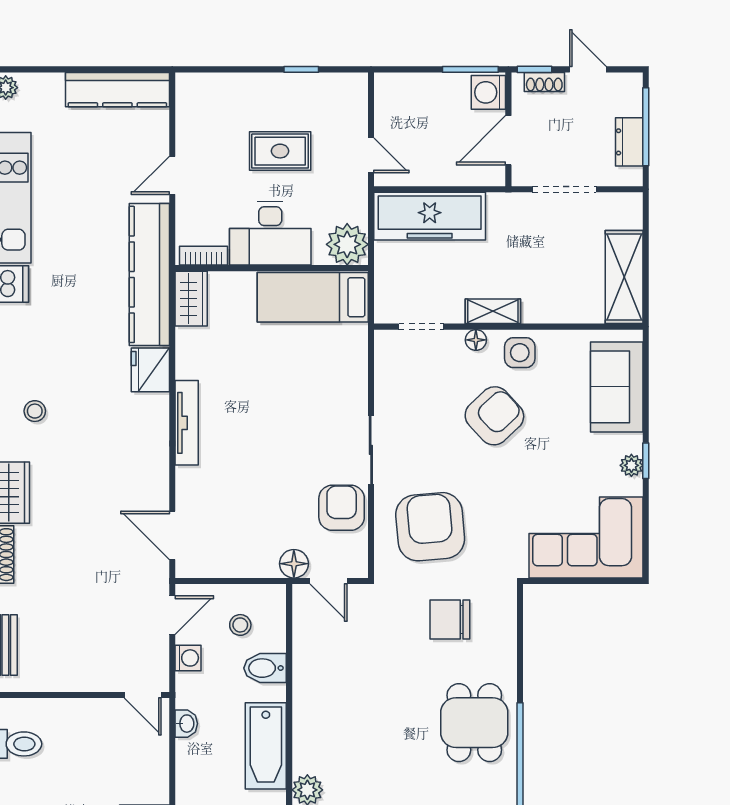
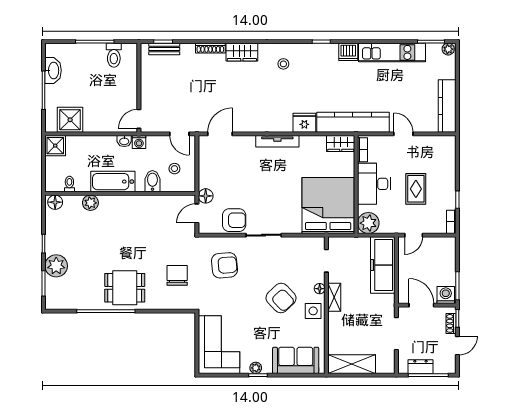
bookcase: (345, 82) -> (451, 222), added
bed: (313, 297) -> (328, 205), width x2.04
armchair: (430, 527) -> (224, 265), width x0.73, depth x0.73
washing machine: (188, 658) -> (139, 142), moved

